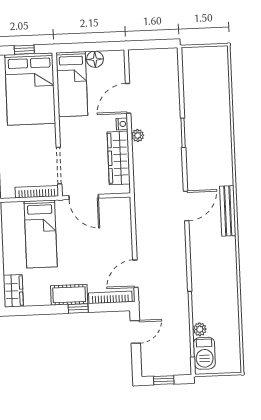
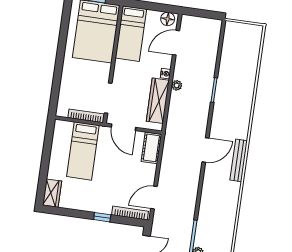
floor lamp: (95, 59) -> (168, 19), moved
door: (128, 98) -> (176, 43), moved
cot: (69, 295) -> (151, 148), moved, turned 90

